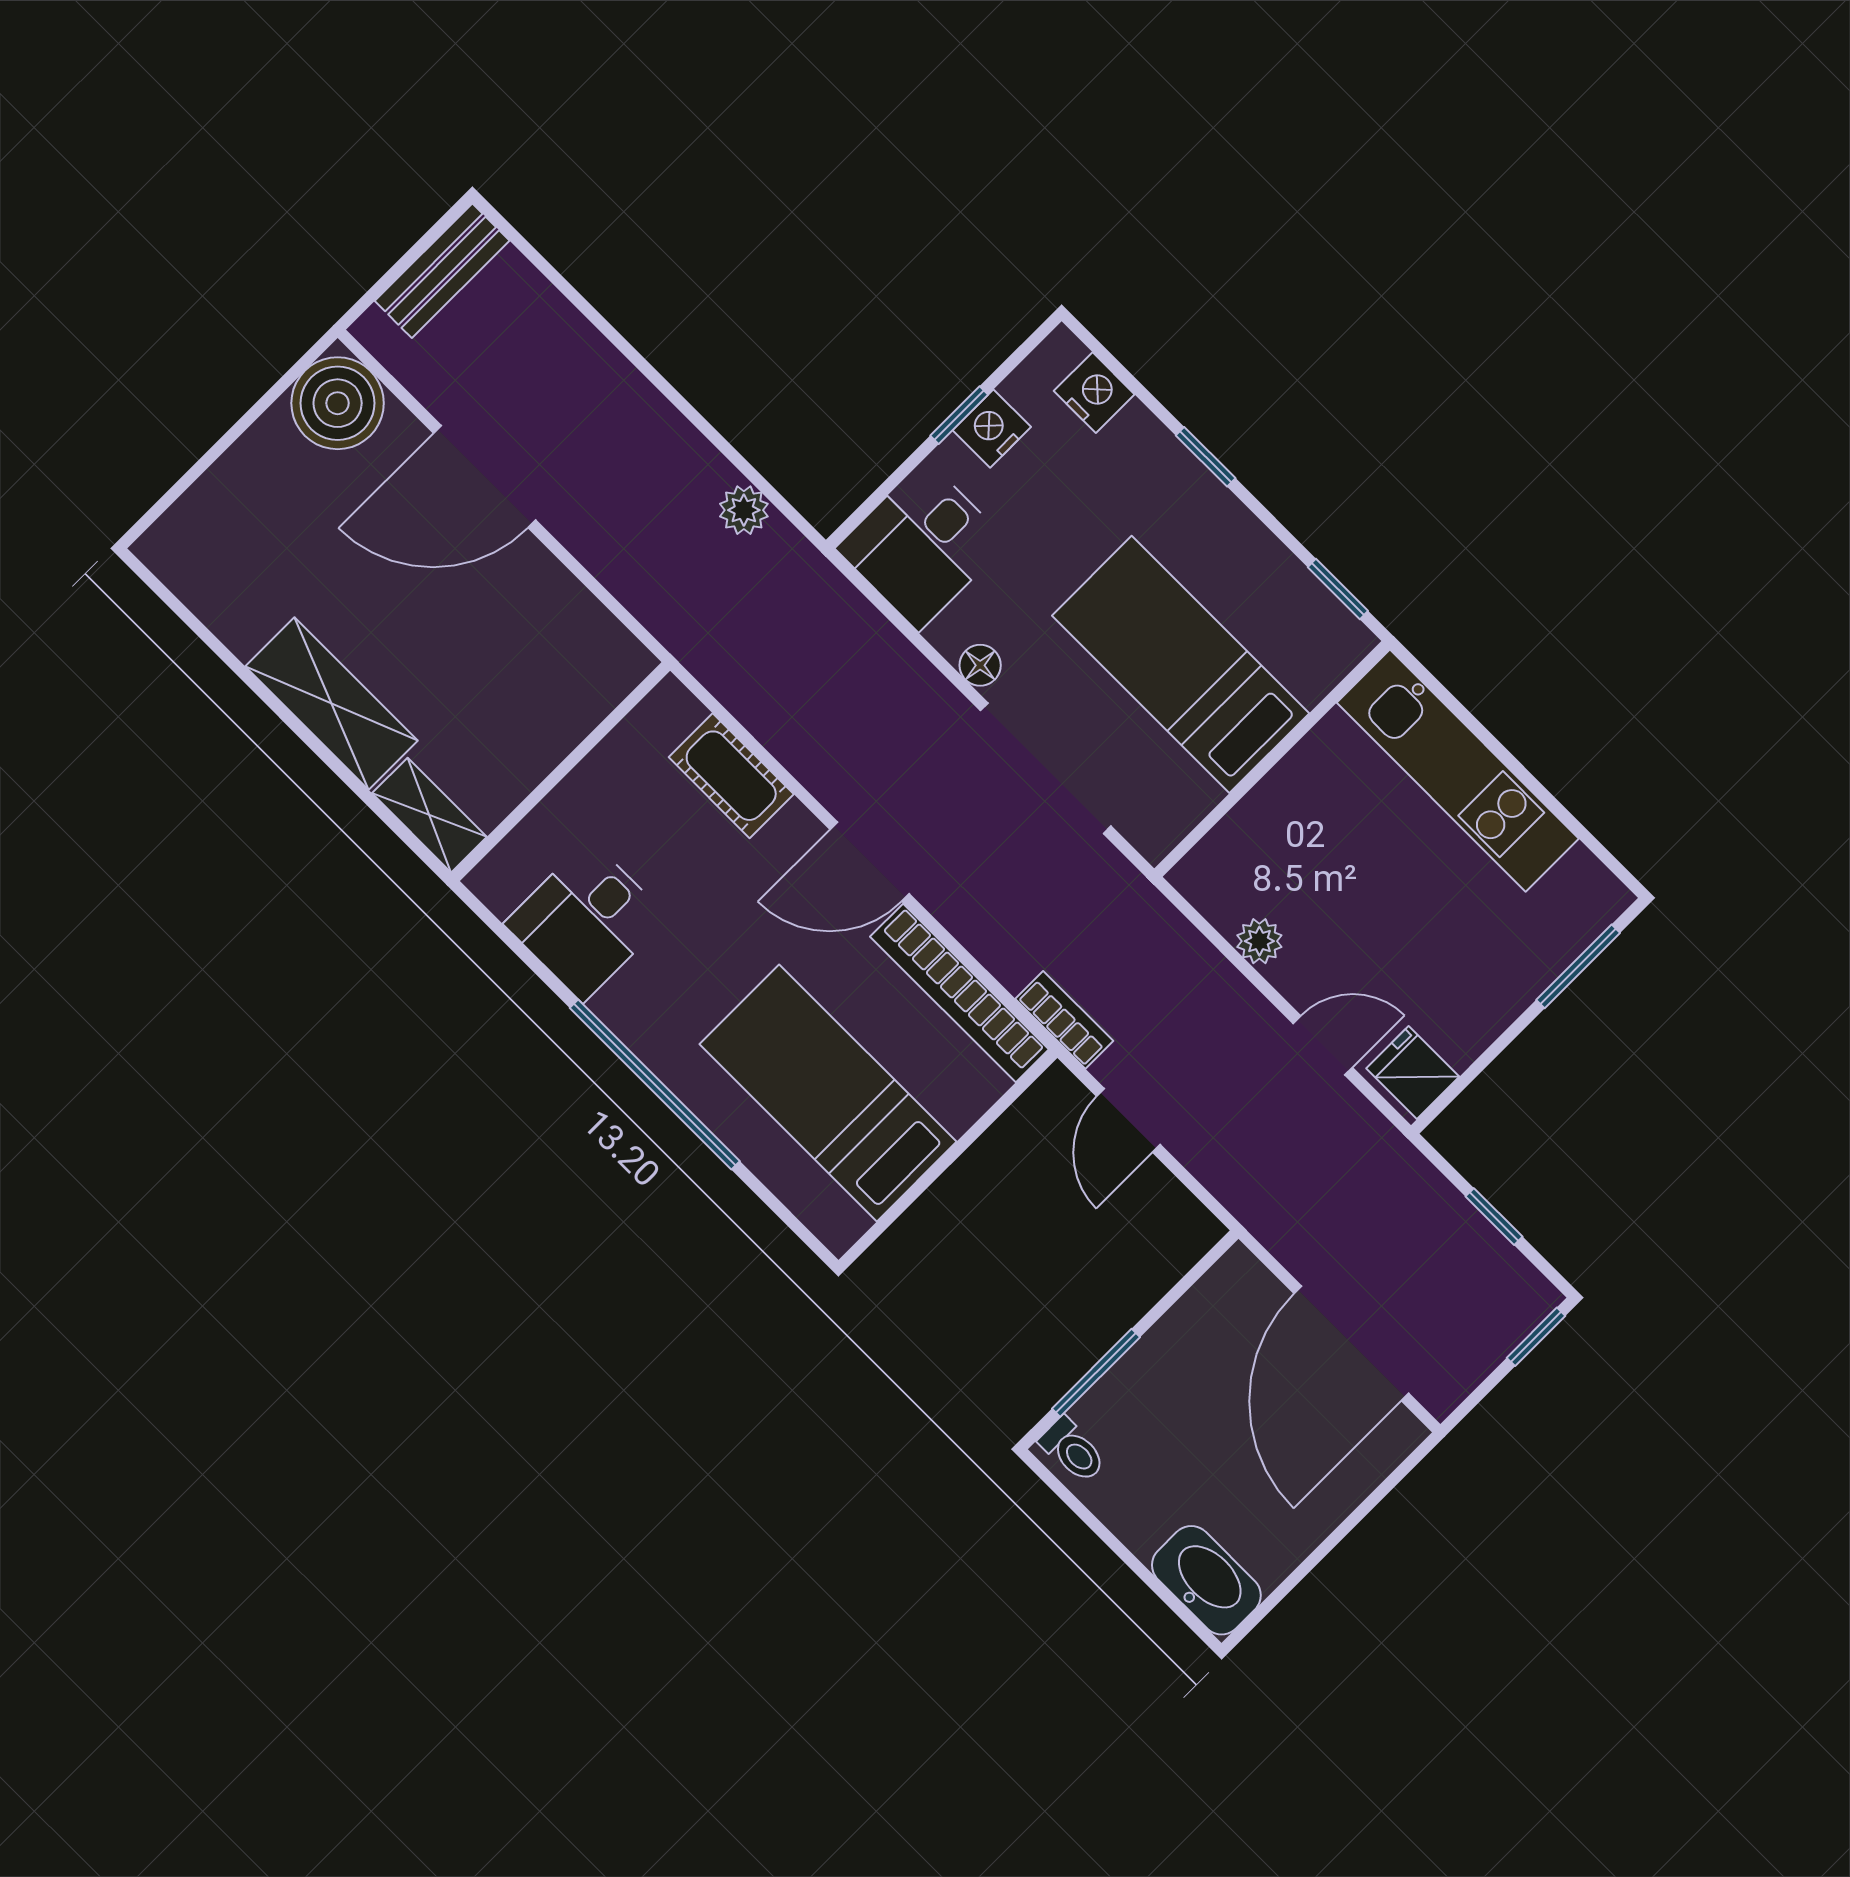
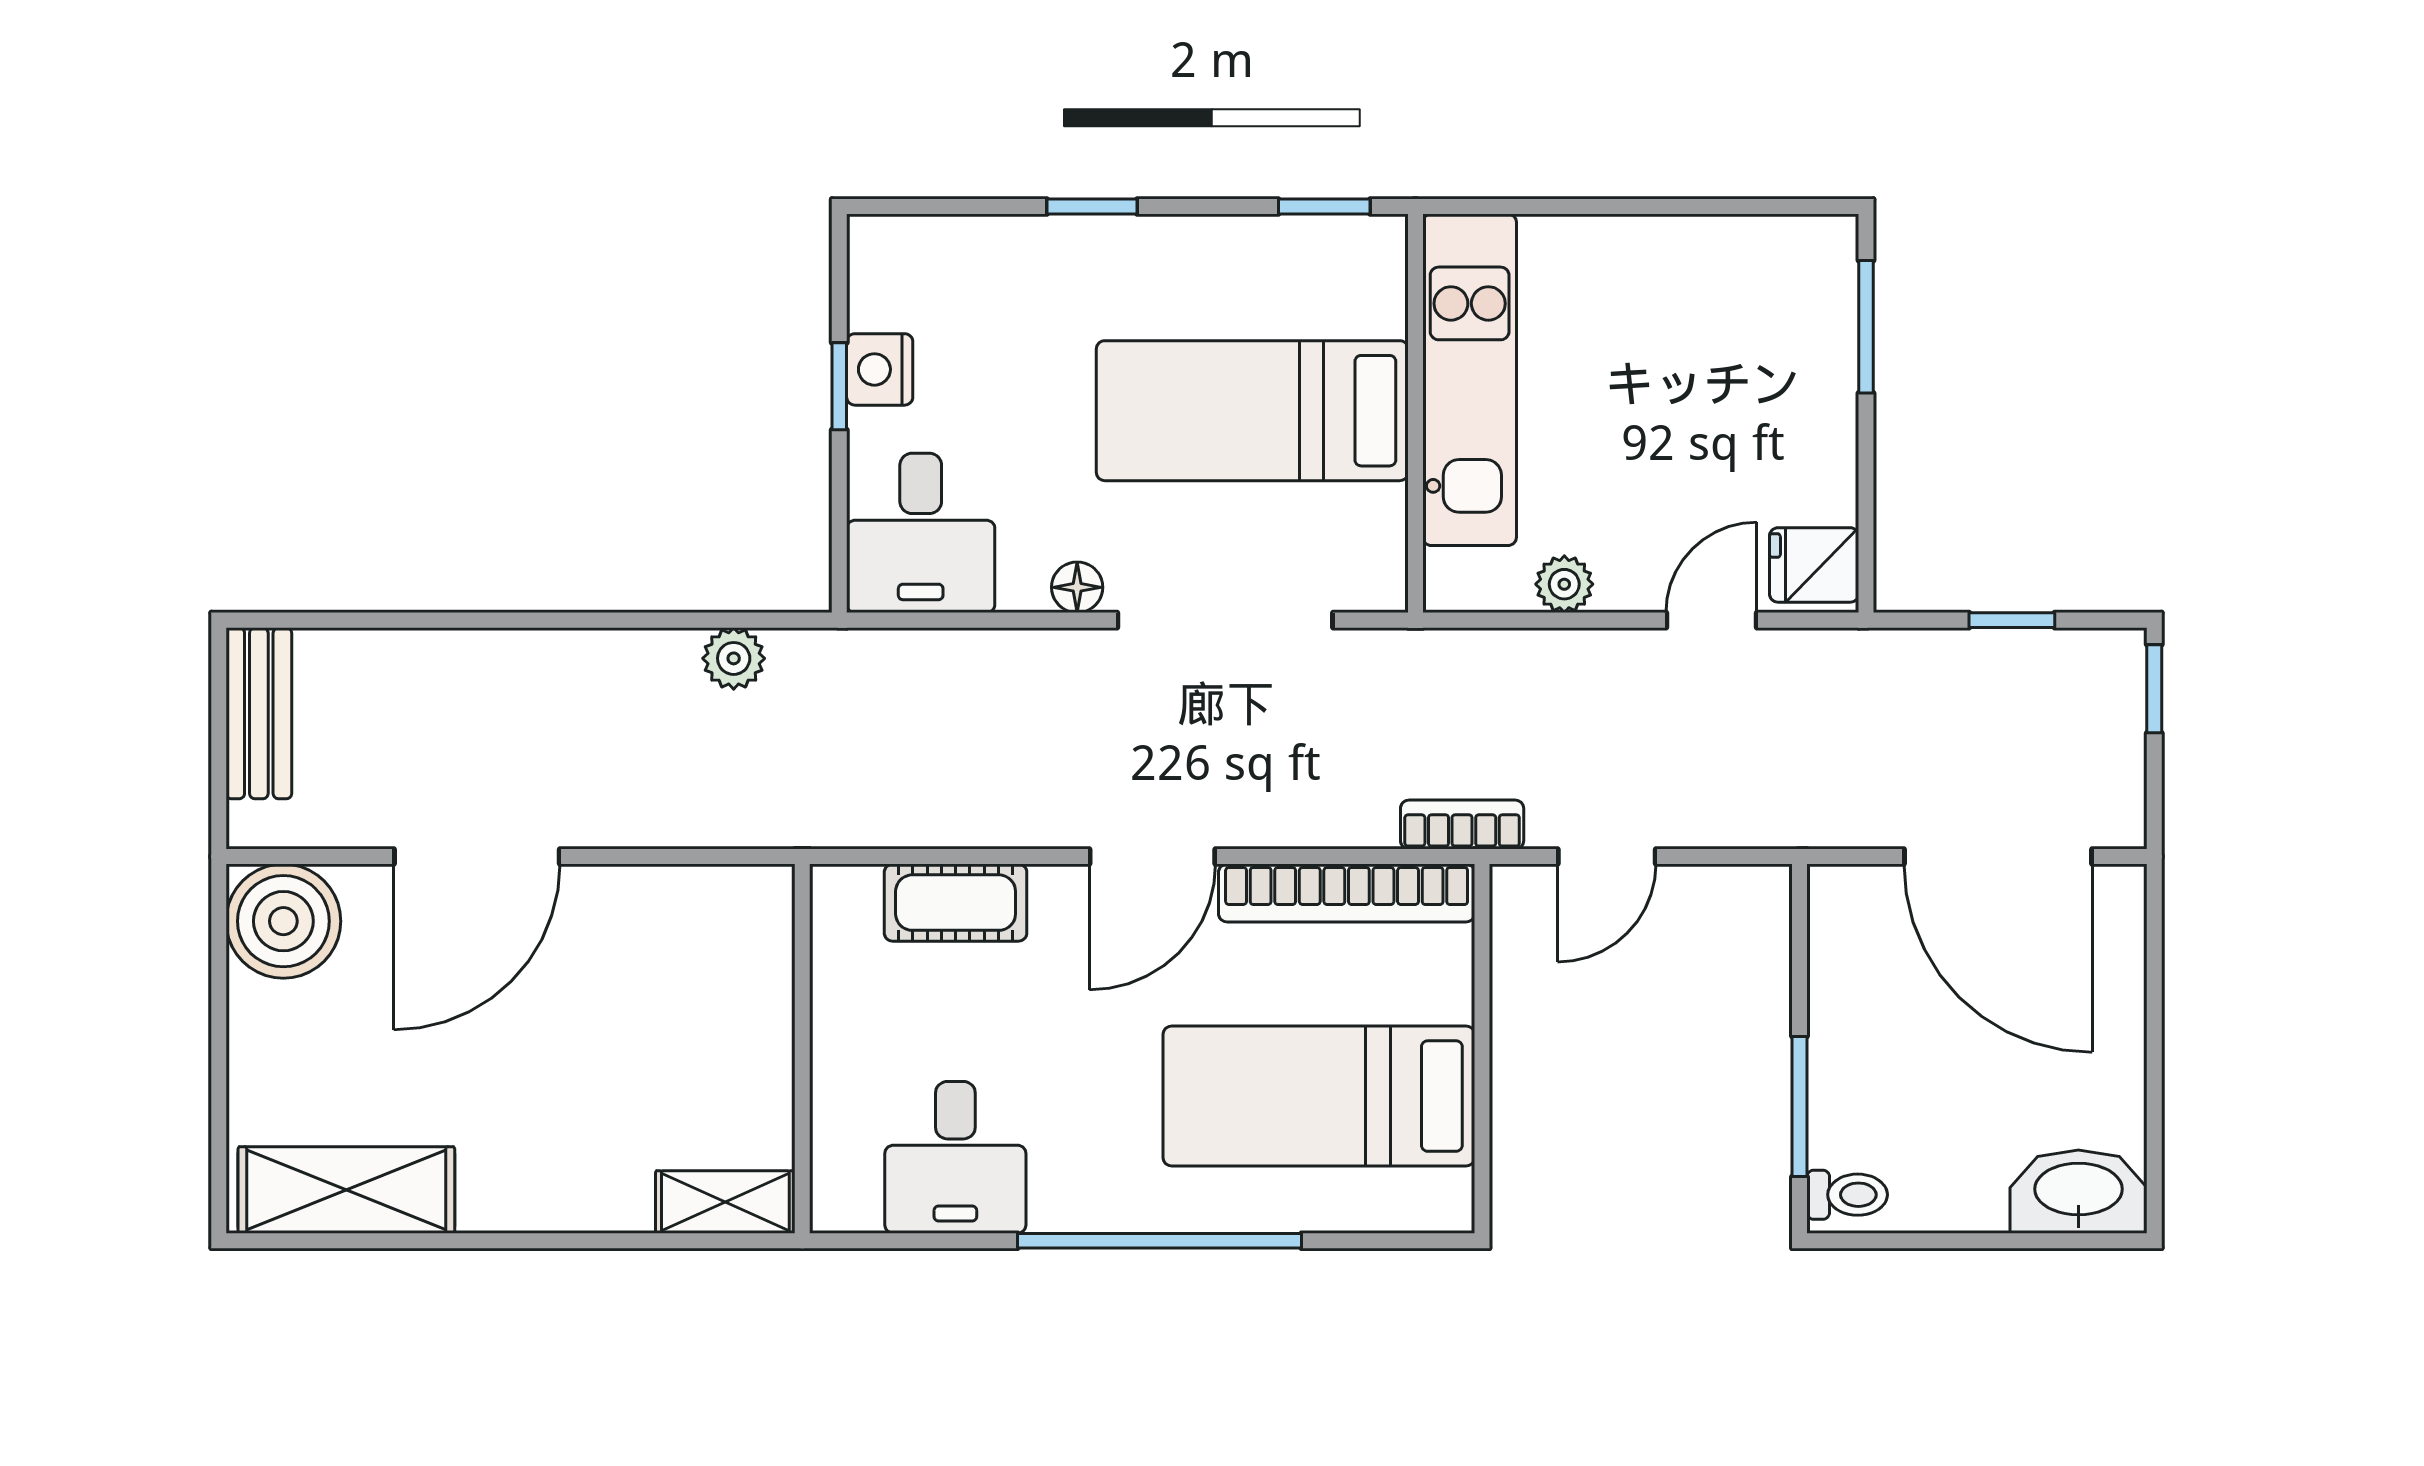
nightstand: (1094, 393) -> (938, 248), removed
shelving: (331, 703) -> (346, 1190), moved
kitchen unit: (1458, 771) -> (1470, 380), moved, turned -90
door: (1128, 1120) -> (1607, 857), hinge flipped

